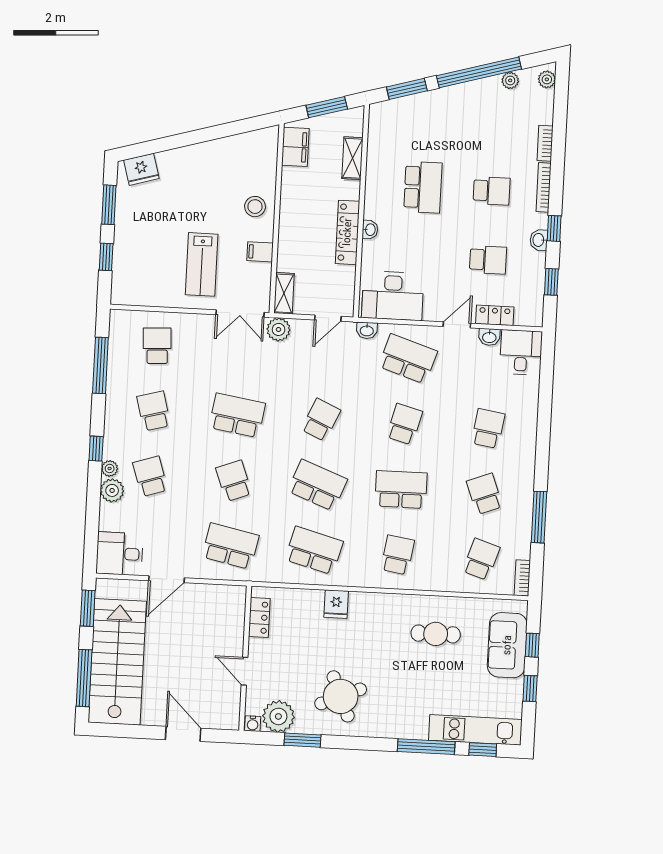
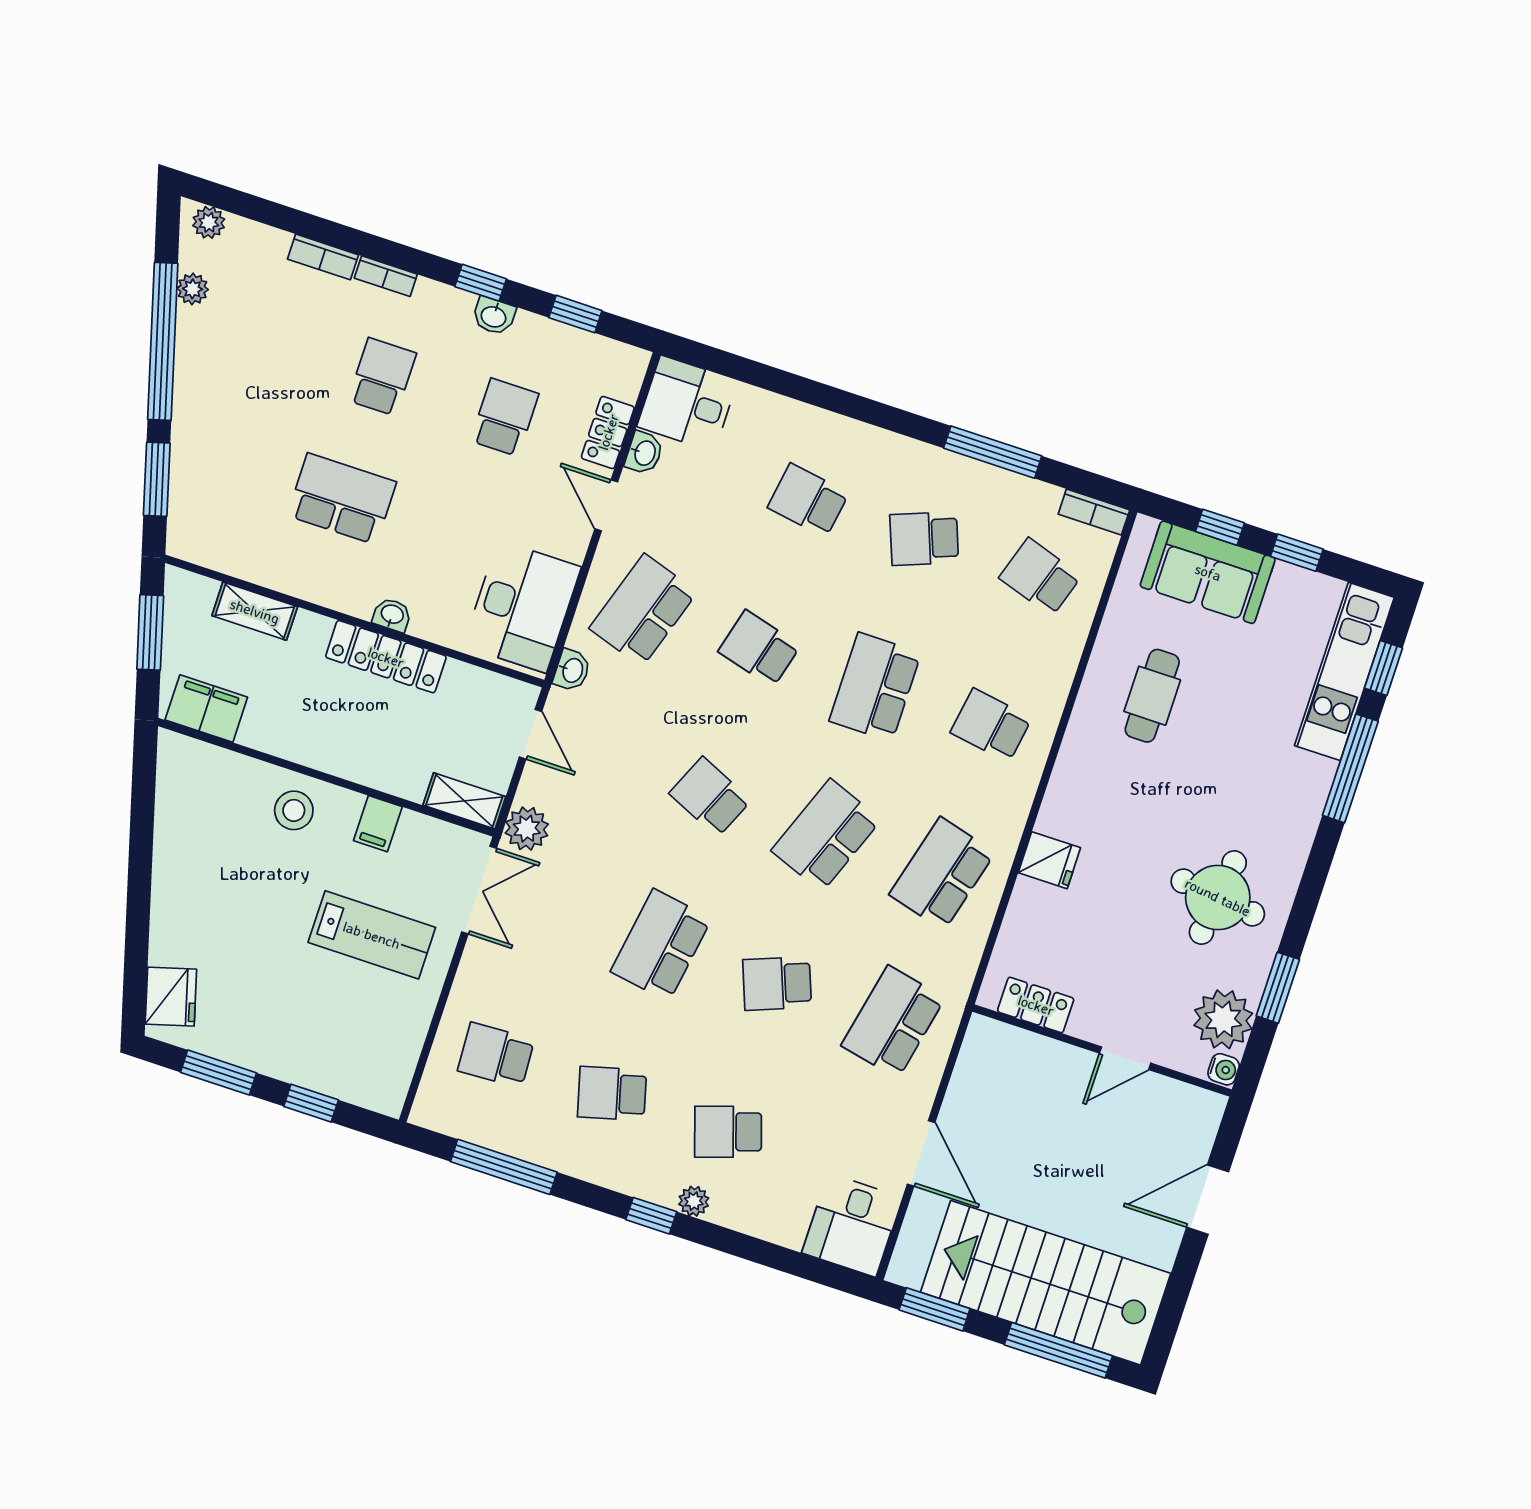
bookcase: (544, 187) -> (386, 276), width x0.64
plant: (112, 490) -> (735, 1207), removed
round table: (341, 696) -> (1218, 897), turned 30

